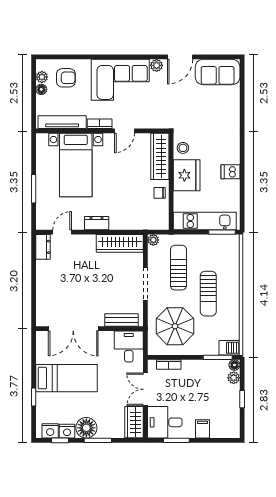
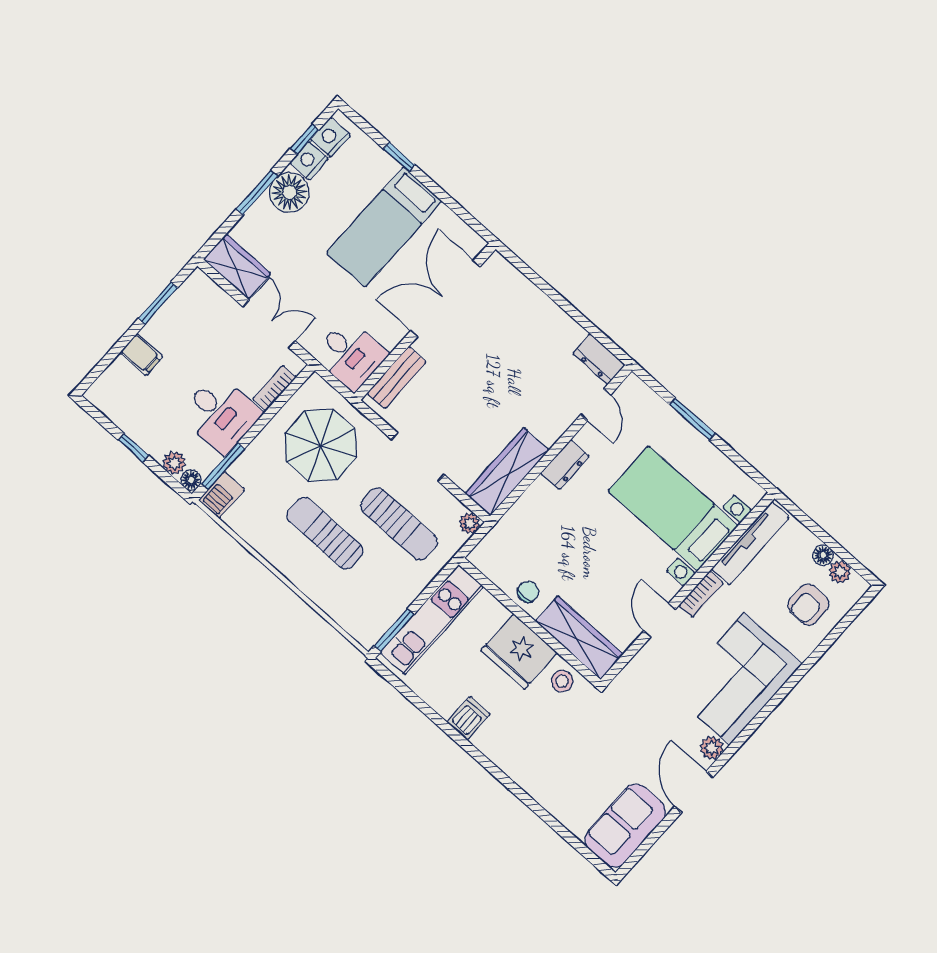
desk: (165, 422) -> (220, 414), moved, turned 90

